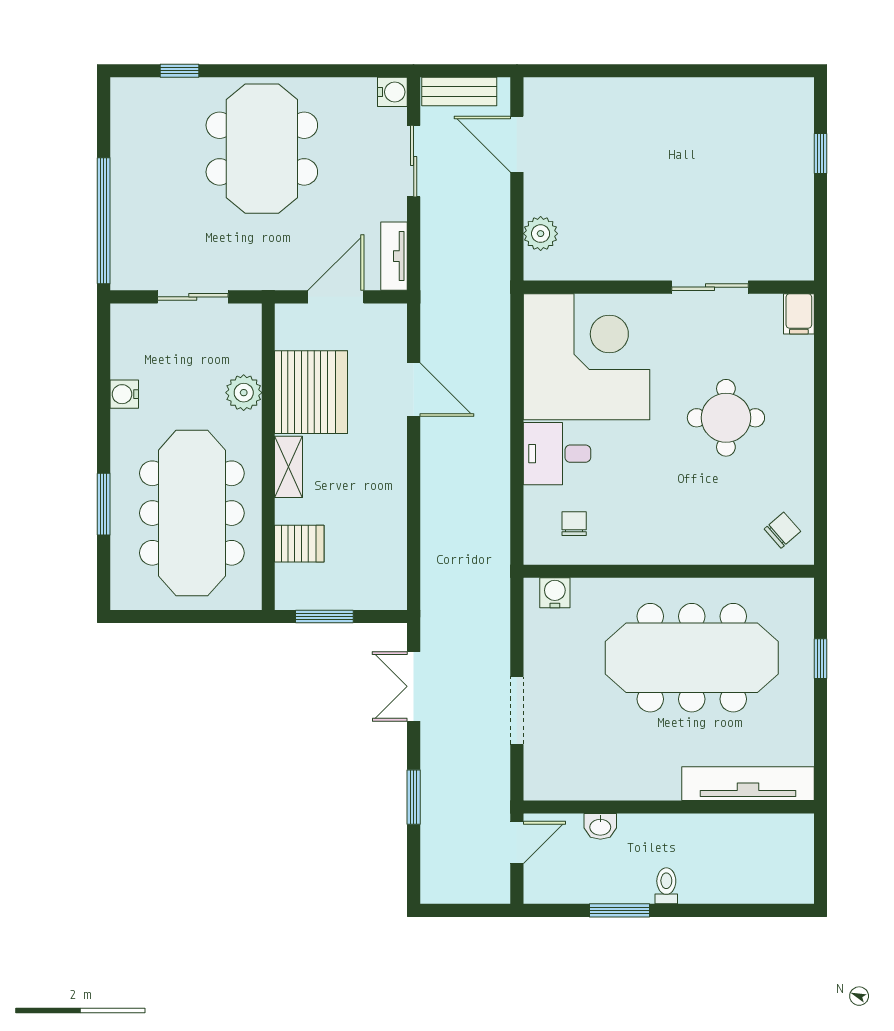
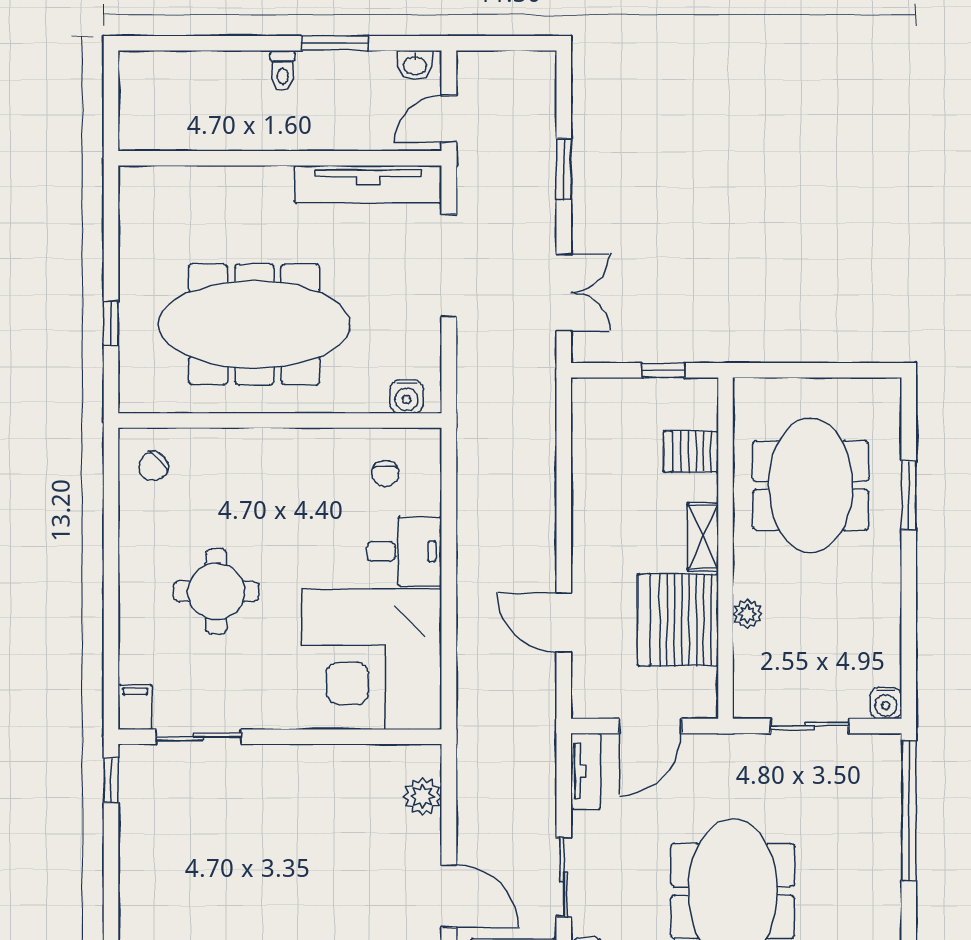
window: (820, 153) -> (111, 780), moved
sliding door: (710, 287) -> (199, 737), moved
plant: (244, 393) -> (747, 614), width x0.73, depth x0.73
water cooler: (124, 394) -> (886, 703), moved, turned 90
meeting table: (192, 513) -> (811, 485), width x0.73
window: (324, 616) -> (663, 370), width x0.67
doorway: (517, 710) -> (449, 266), width x1.36
tv unit: (748, 784) -> (368, 184), moved
washbasin: (600, 826) -> (415, 65), moved, turned 180

